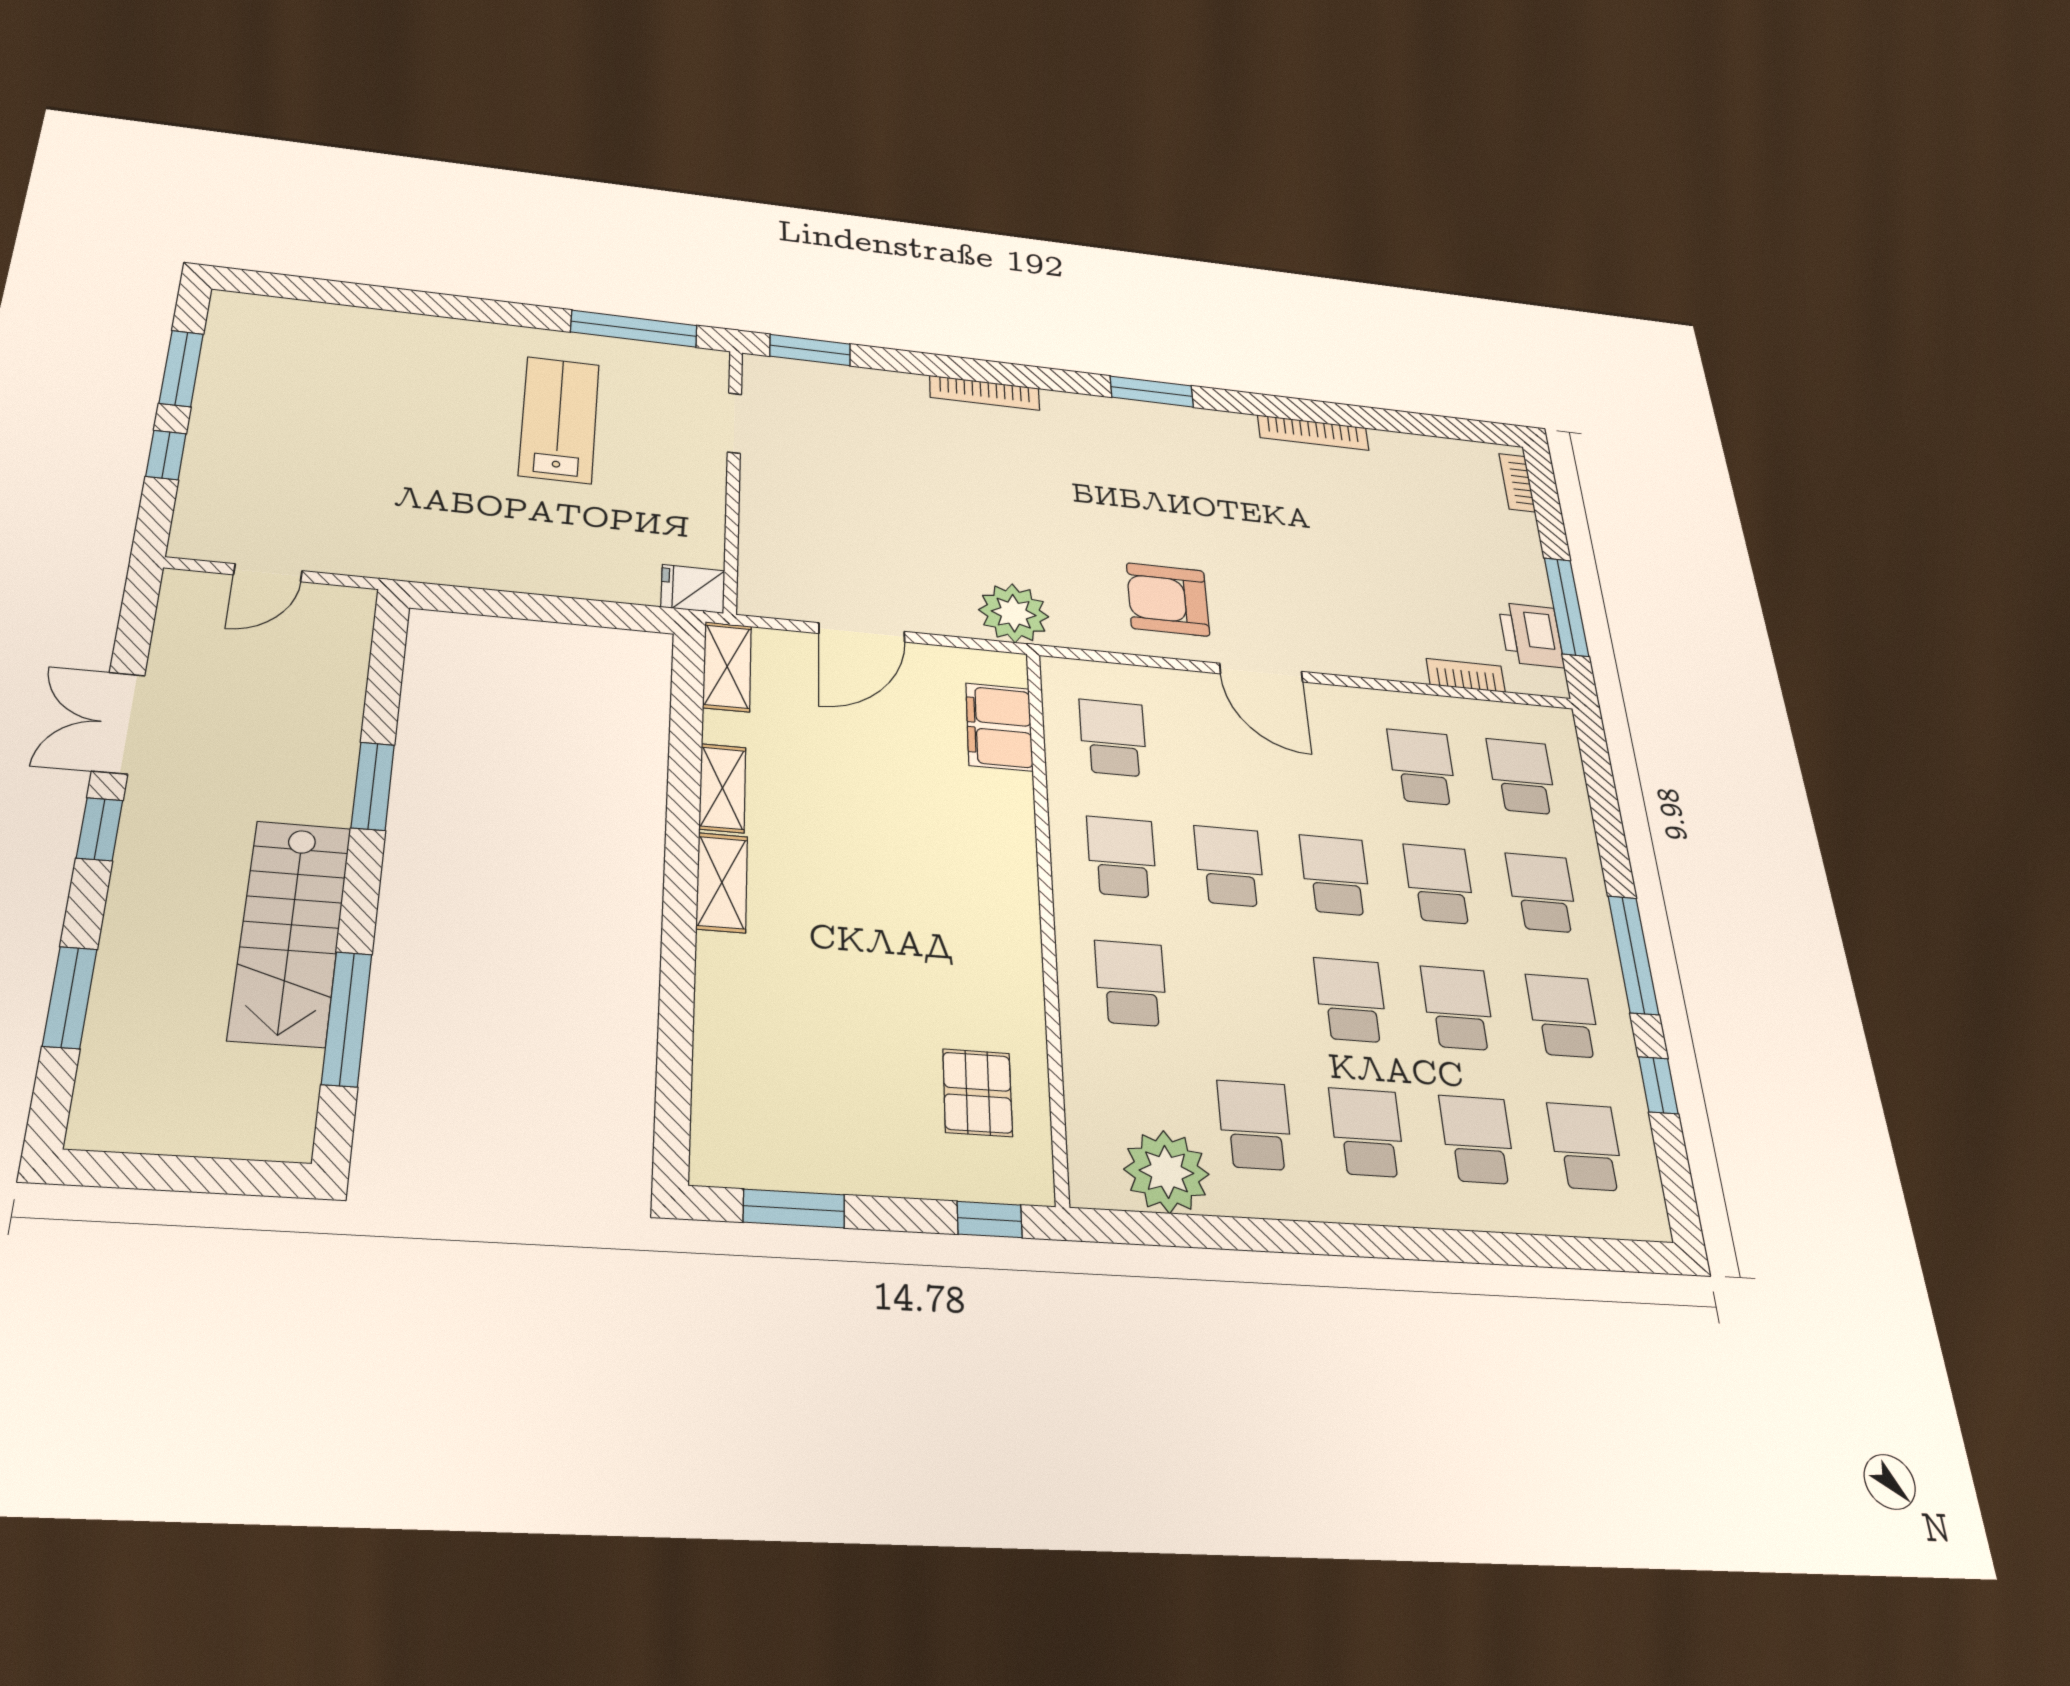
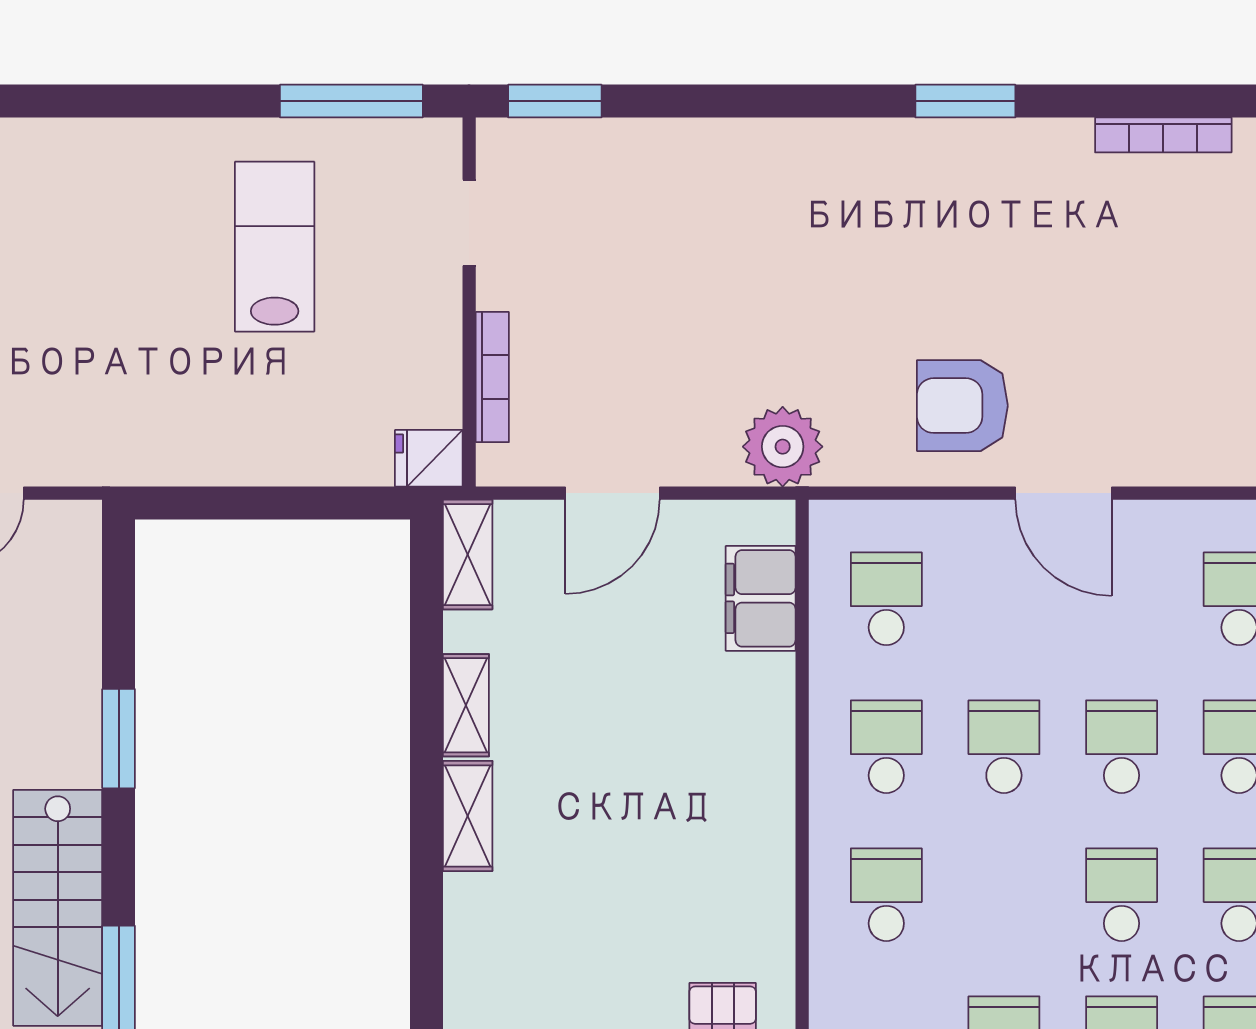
bookcase: (985, 393) -> (492, 377), moved, turned -90

